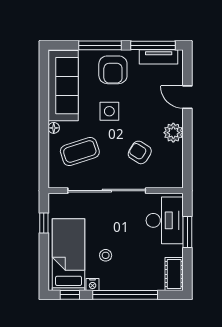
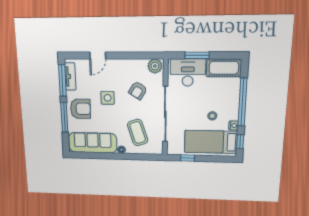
side table: (109, 111) -> (108, 98), moved
plant: (173, 133) -> (155, 66), moved
cot: (174, 274) -> (224, 68), width x1.37, depth x1.34

